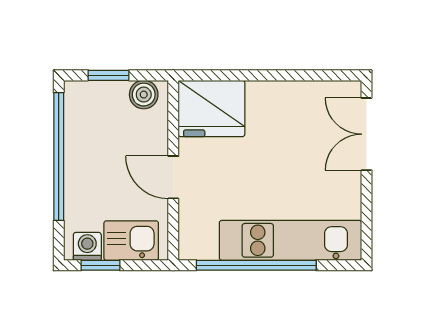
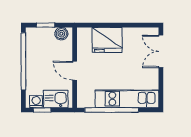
fridge: (211, 108) -> (107, 40), moved

